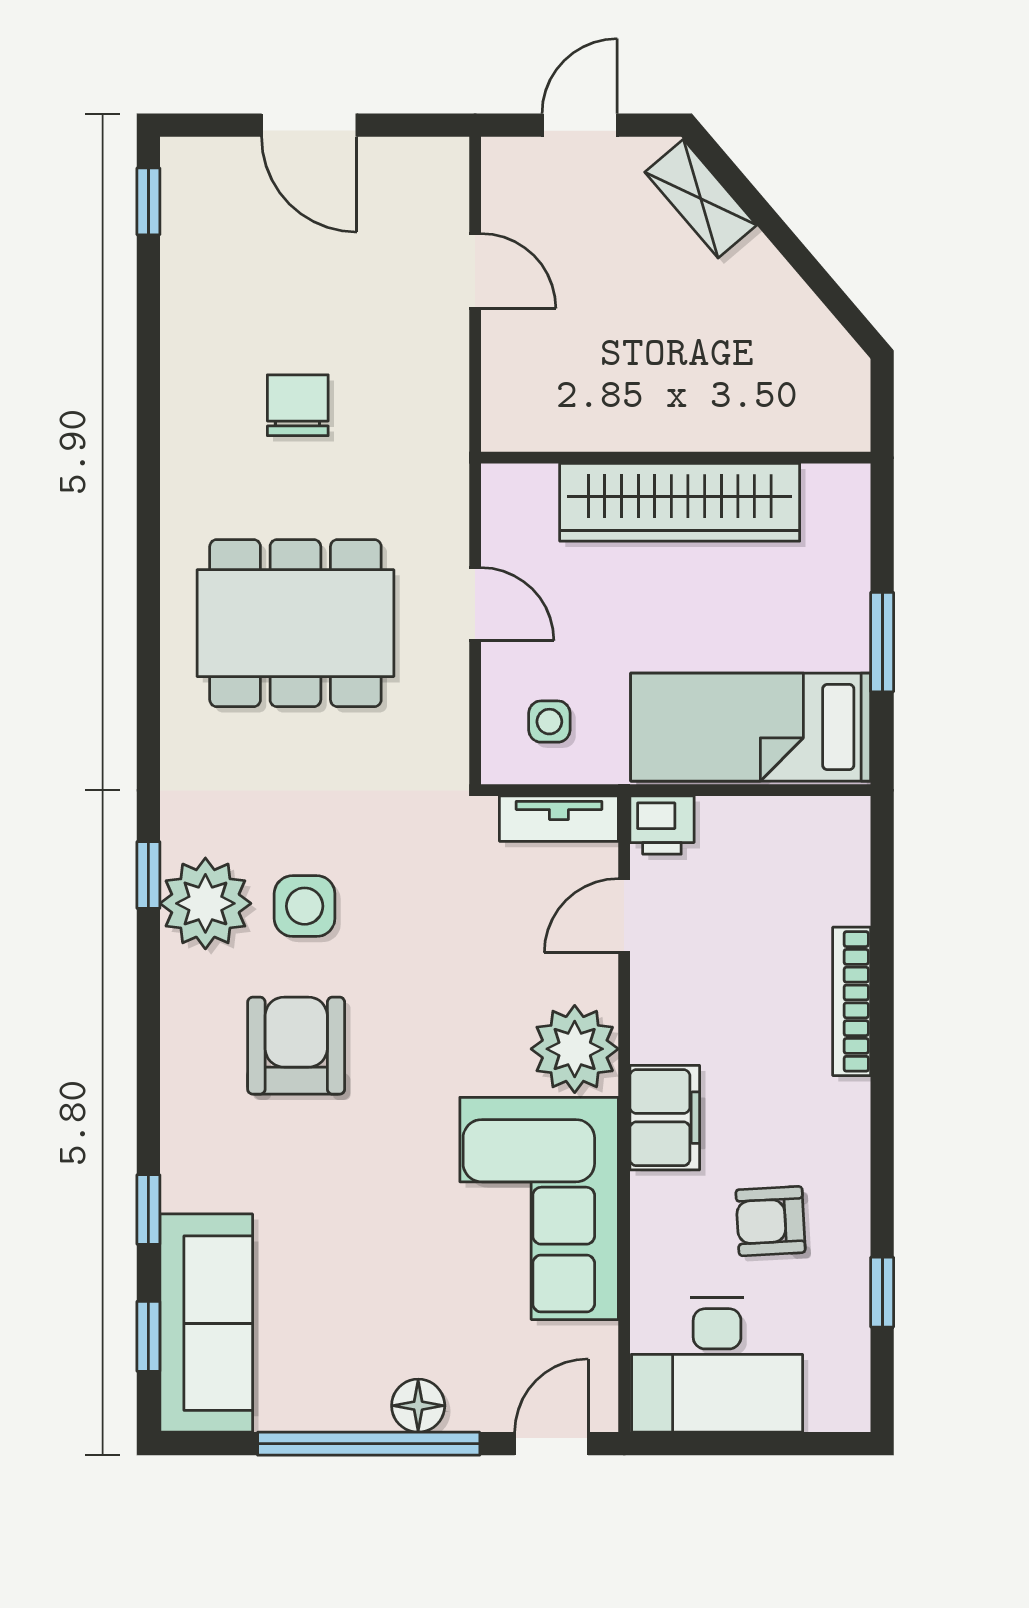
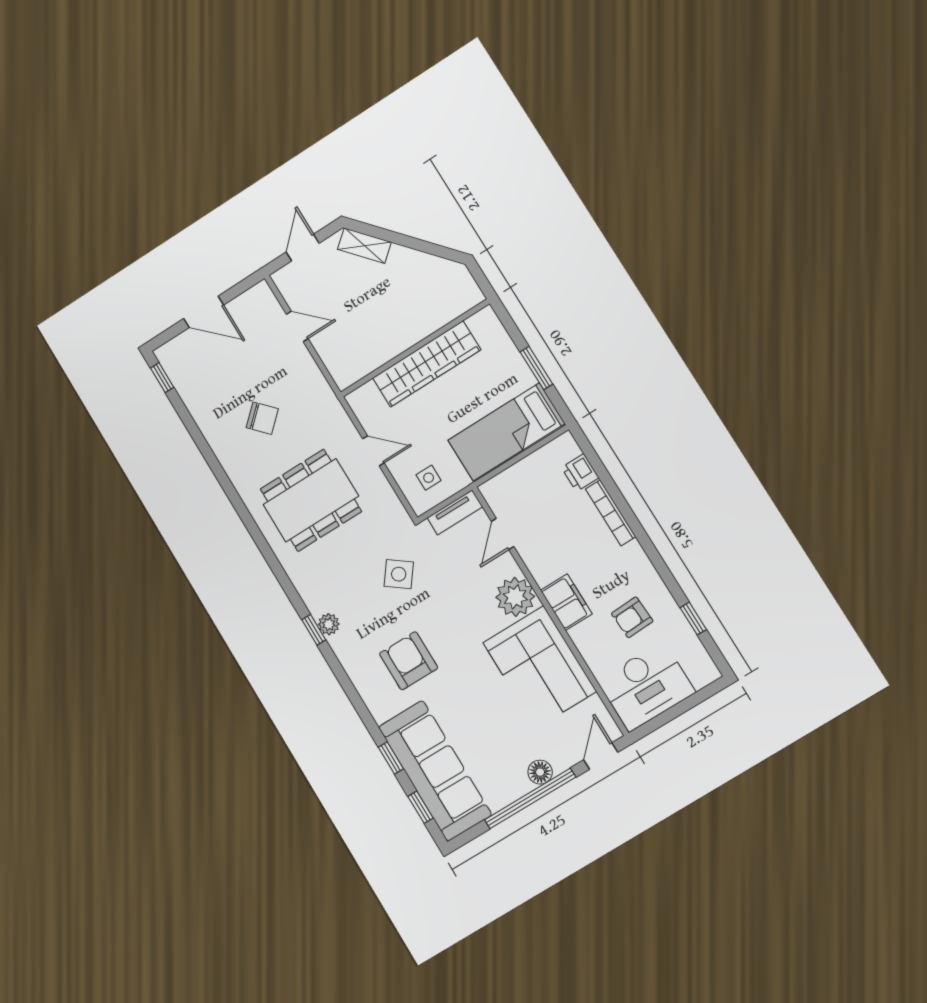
chair: (298, 405) -> (262, 418), turned 137
printer: (662, 825) -> (580, 473), moved, turned 90
plant: (205, 903) -> (329, 624), width x0.53, depth x0.53
side table: (305, 906) -> (399, 574), moved, turned 37
sofa: (206, 1323) -> (435, 771), width x1.36, depth x1.27

